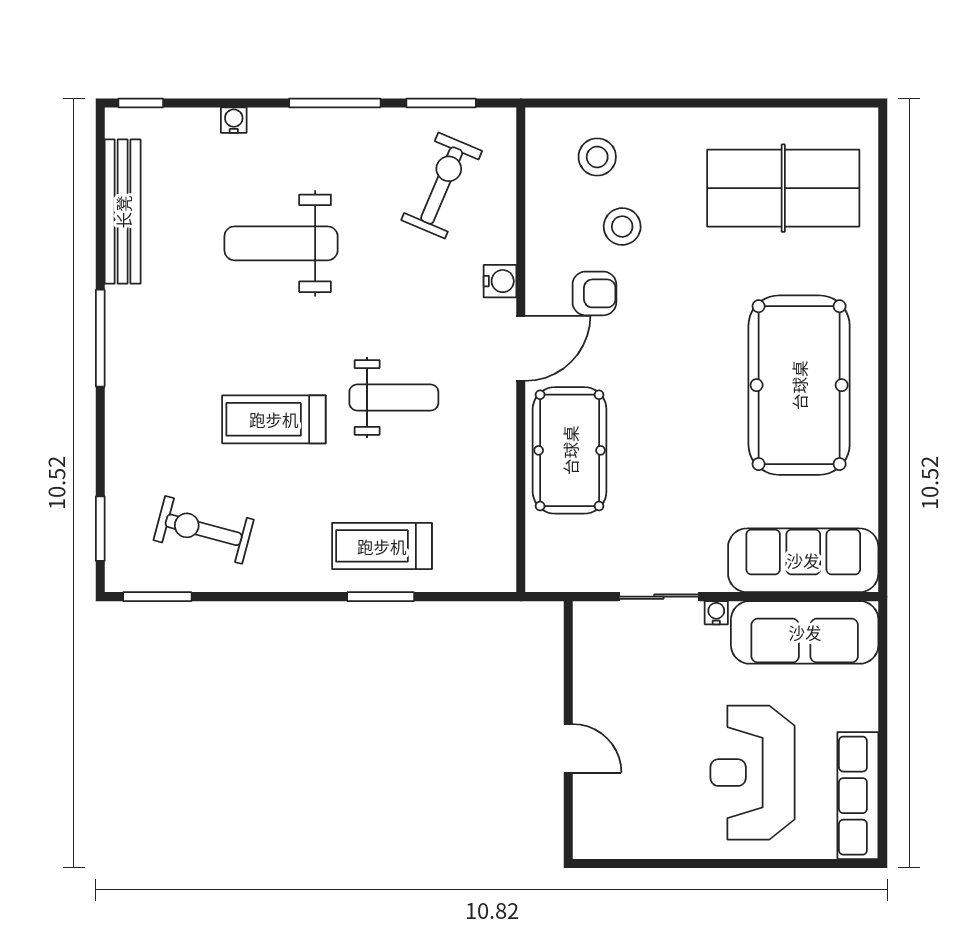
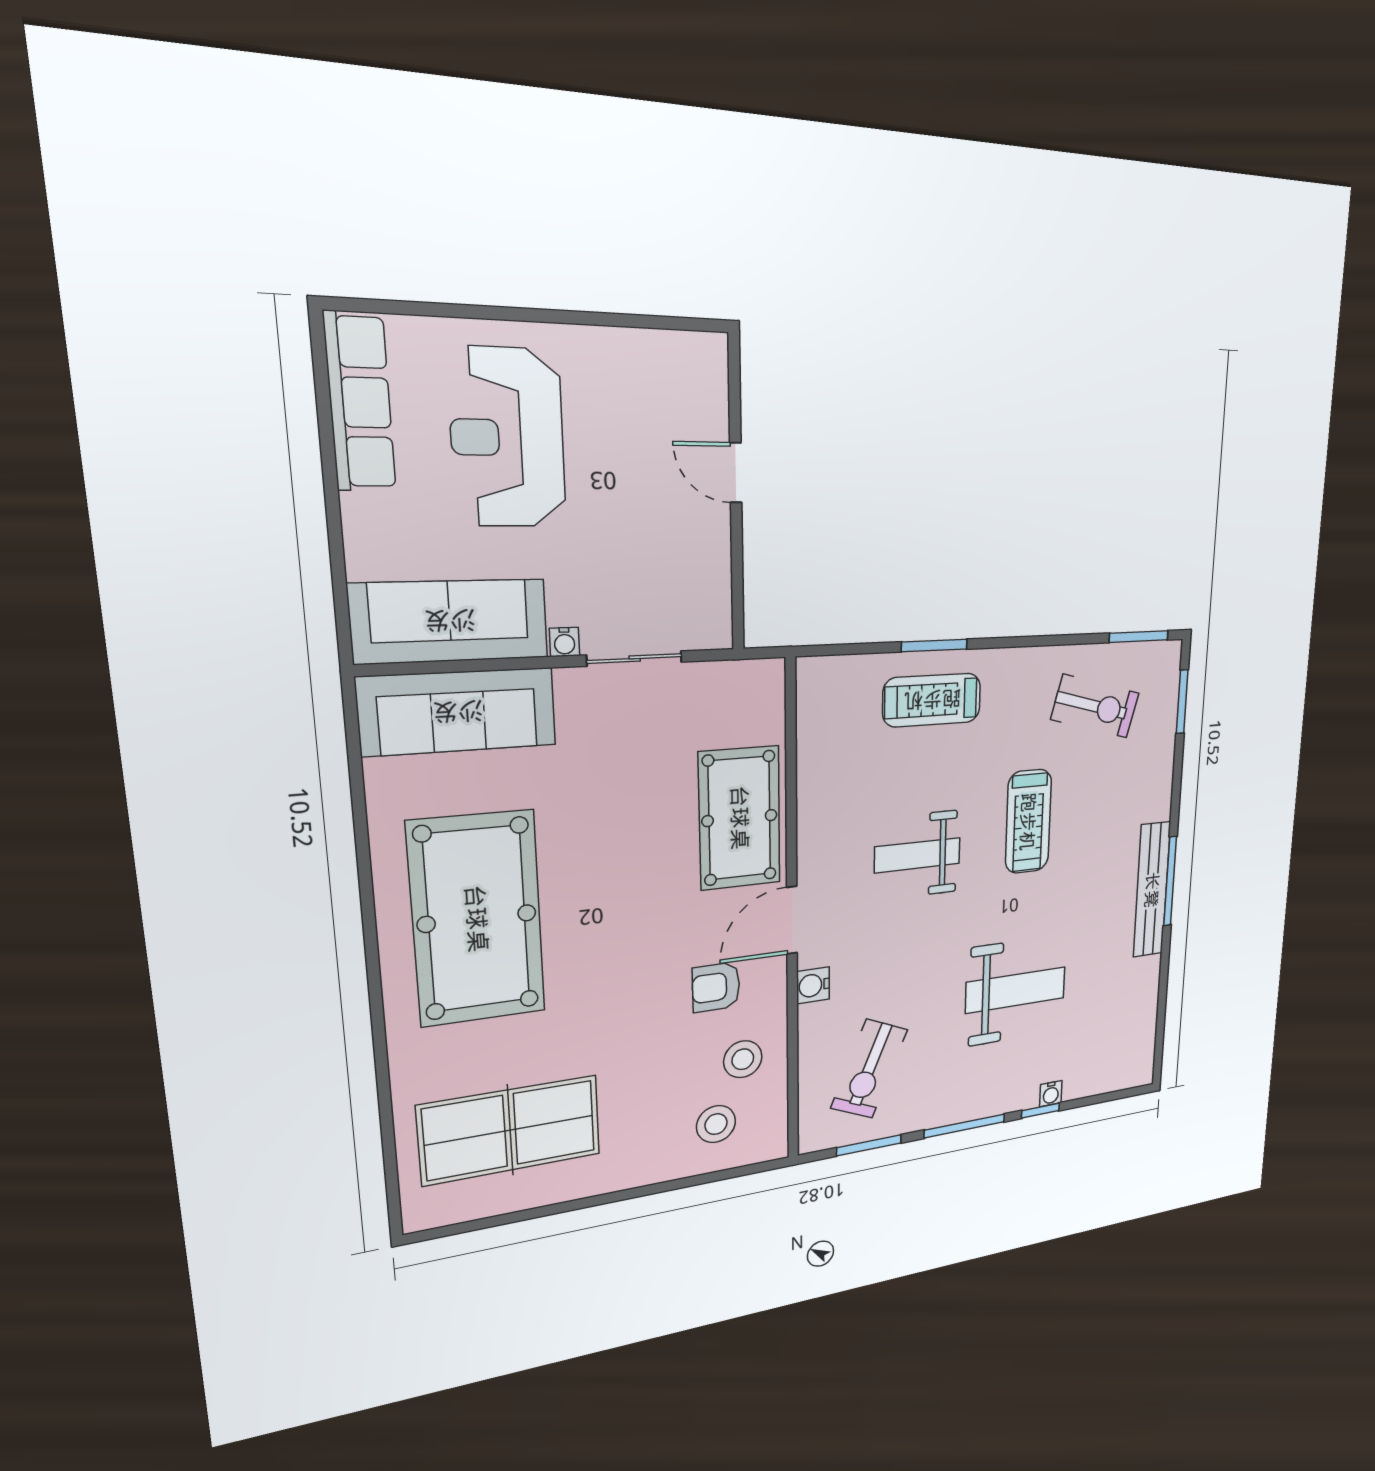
window: (141, 103) -> (1040, 1111), moved
bench: (123, 212) -> (1152, 890), moved
stool: (622, 227) -> (743, 1059), moved
treadmill: (274, 419) -> (1028, 822), turned 90
treadmill: (382, 546) -> (932, 700), turned 180
reception desk: (753, 773) -> (508, 438), turned 180

